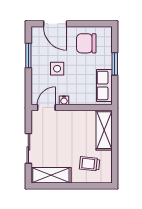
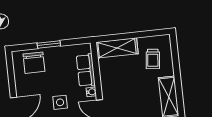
chair: (86, 43) -> (34, 63), moved
row of seats: (104, 86) -> (86, 70), moved, turned 90

